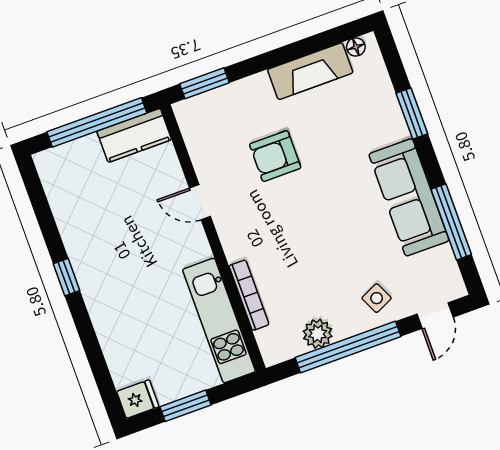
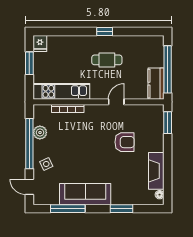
armchair: (275, 156) -> (125, 142), turned 90
cafe table: (122, 252) -> (107, 60), added

